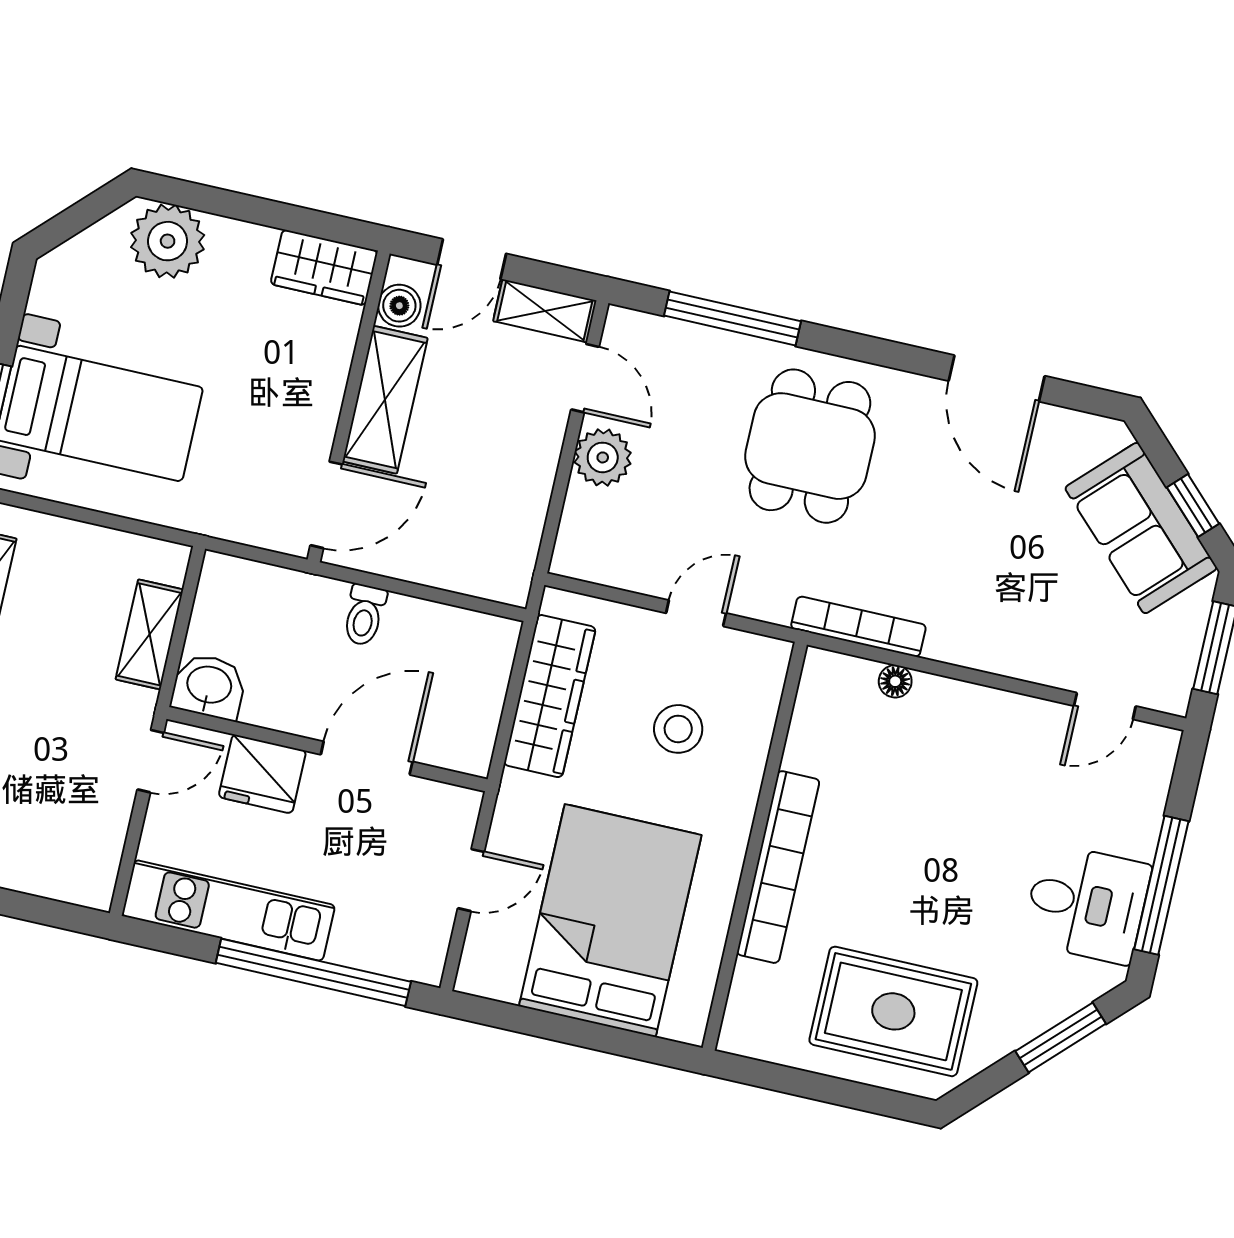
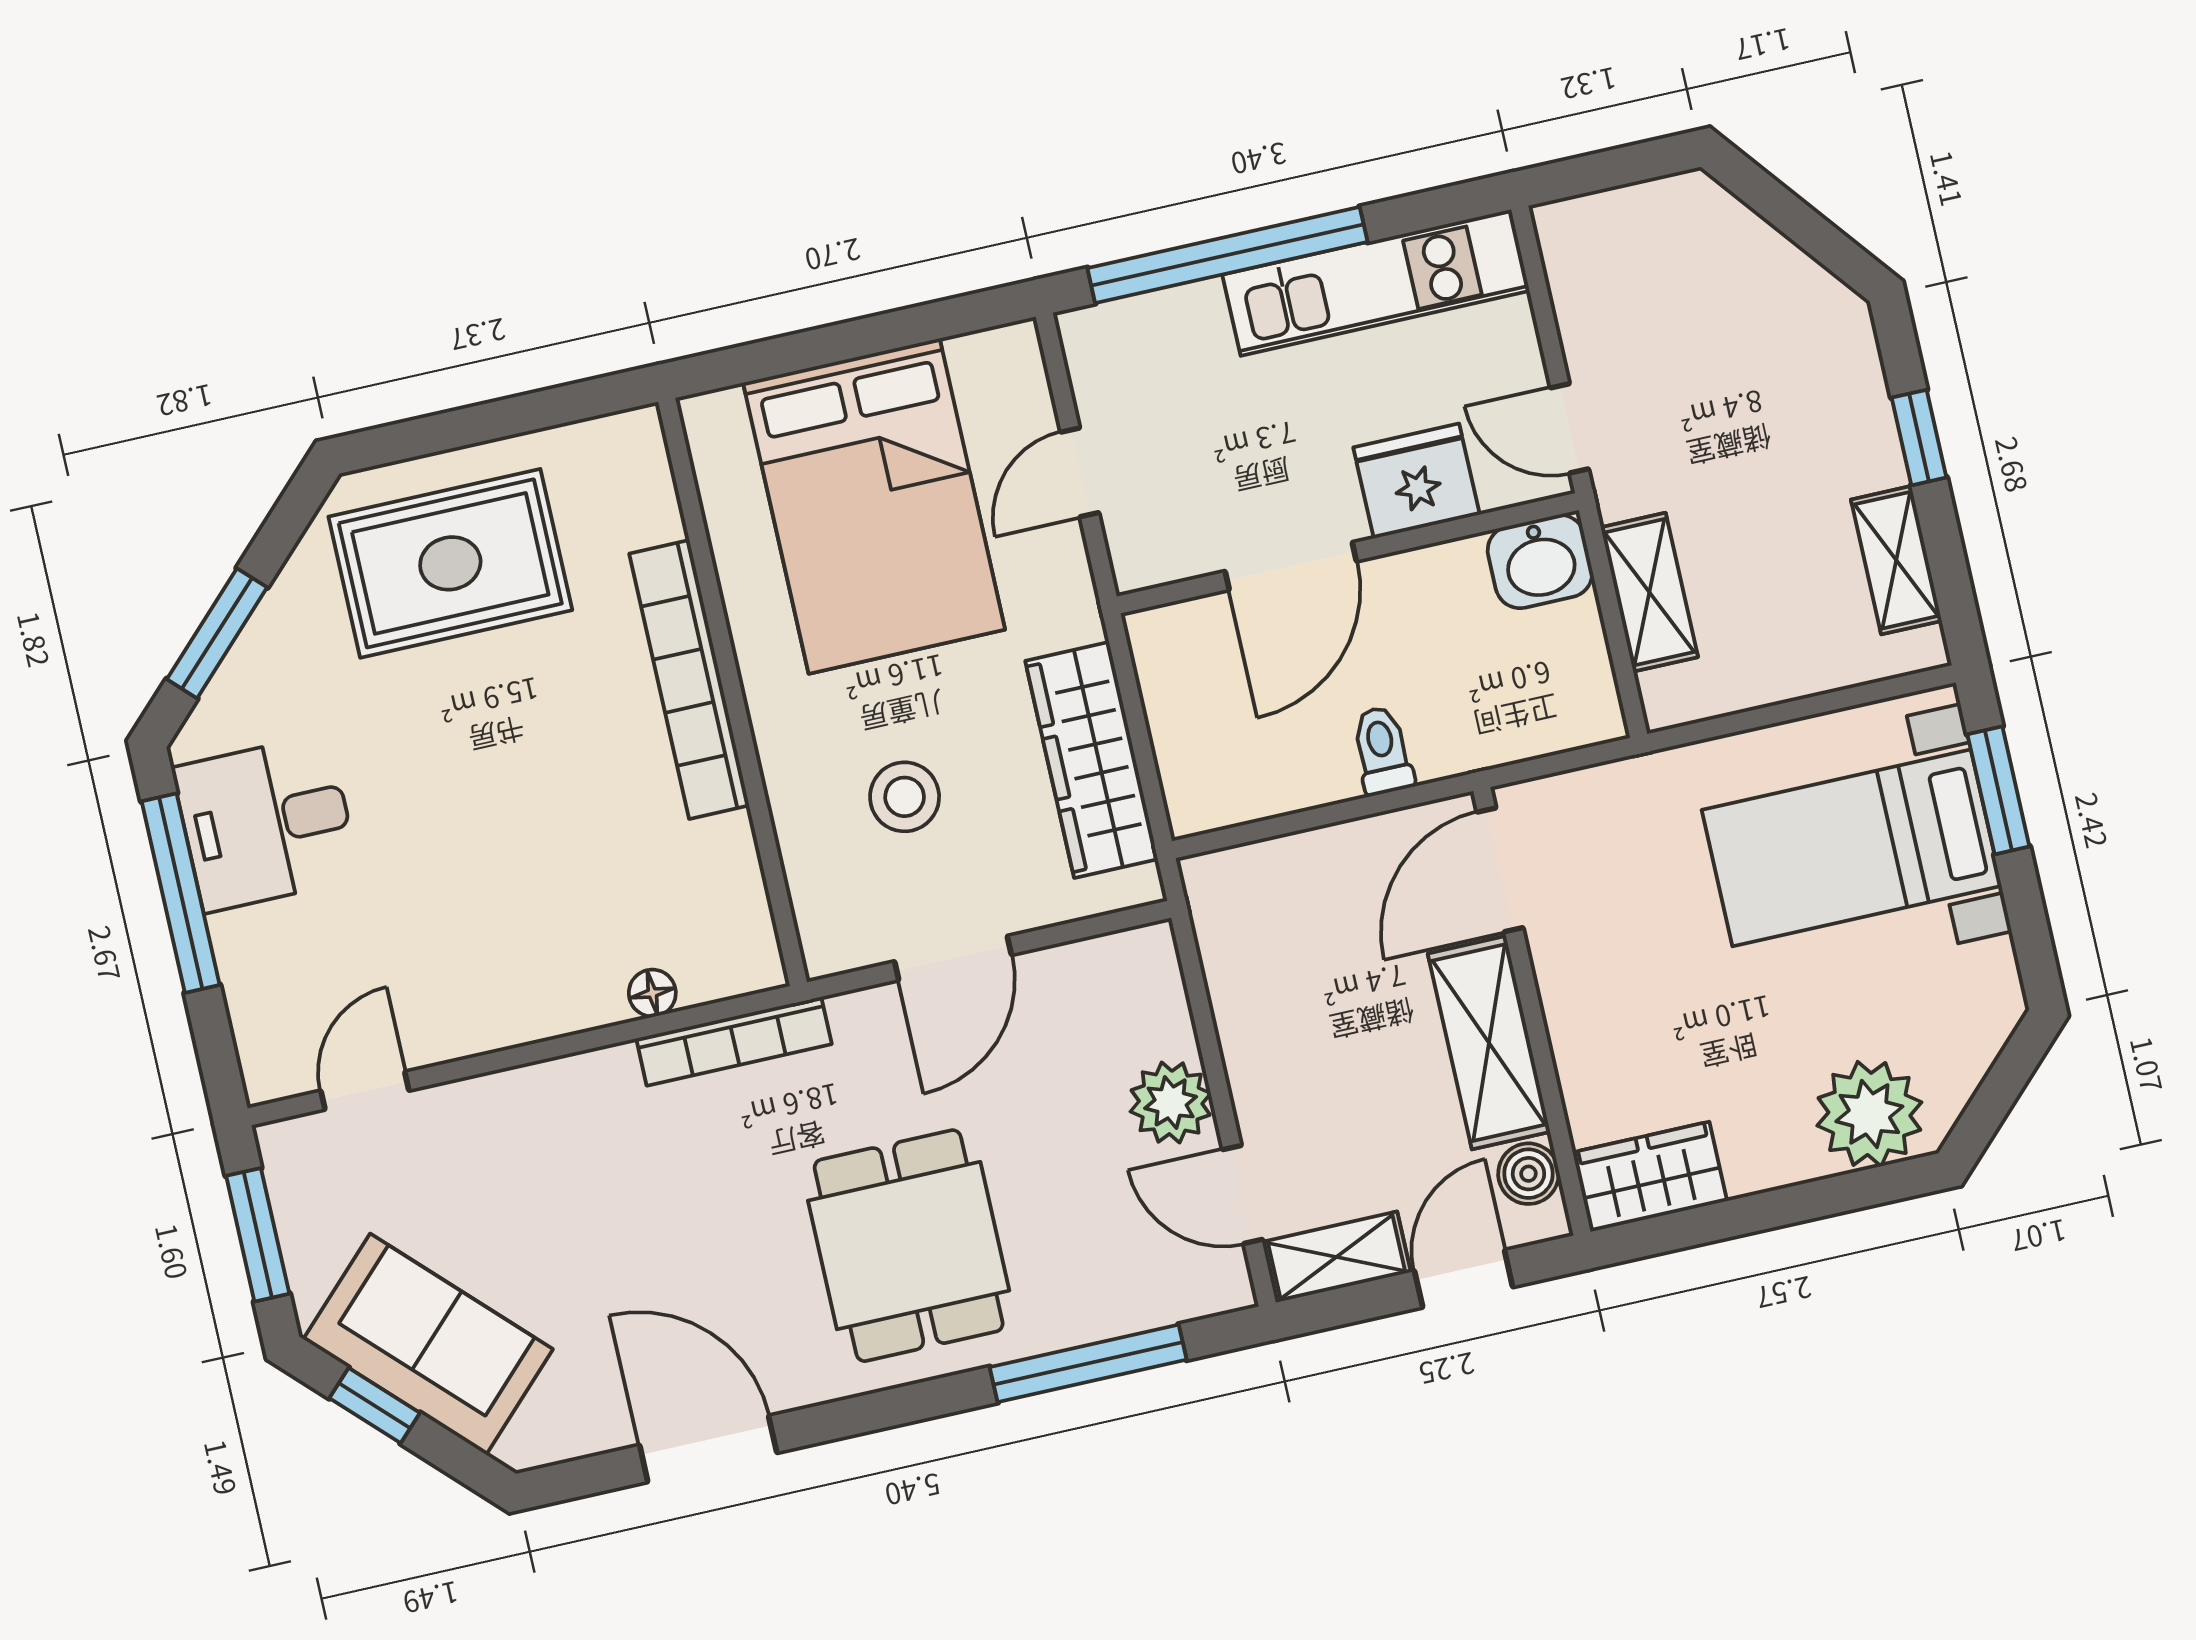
door: (696, 613) -> (953, 958), width x1.38
door: (151, 761) -> (1569, 428), hinge flipped

